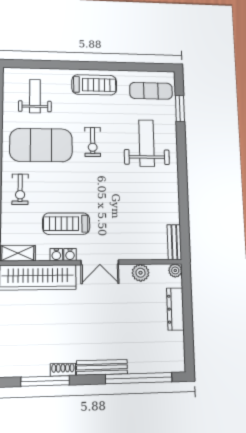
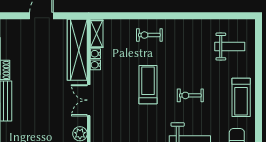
exercise mat: (41, 145) -> (187, 52), removed
treadmill: (66, 224) -> (148, 85), moved
water cooler: (70, 254) -> (95, 54), moved

